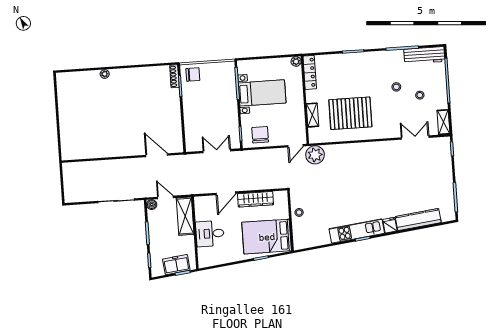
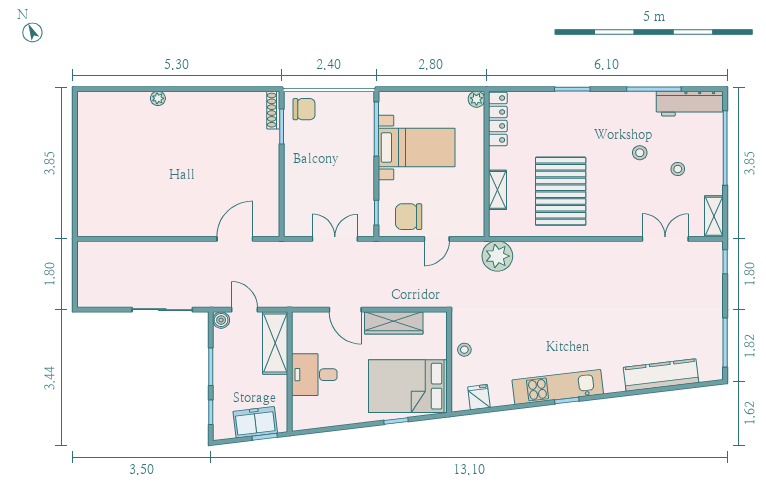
pallet: (350, 113) -> (561, 191), turned 90
chair: (260, 135) -> (409, 217), turned -90
door: (295, 146) -> (437, 239), moved
door: (157, 155) -> (235, 239), hinge flipped
door: (226, 193) -> (345, 310), hinge flipped
fridge: (390, 225) -> (479, 397), moved

